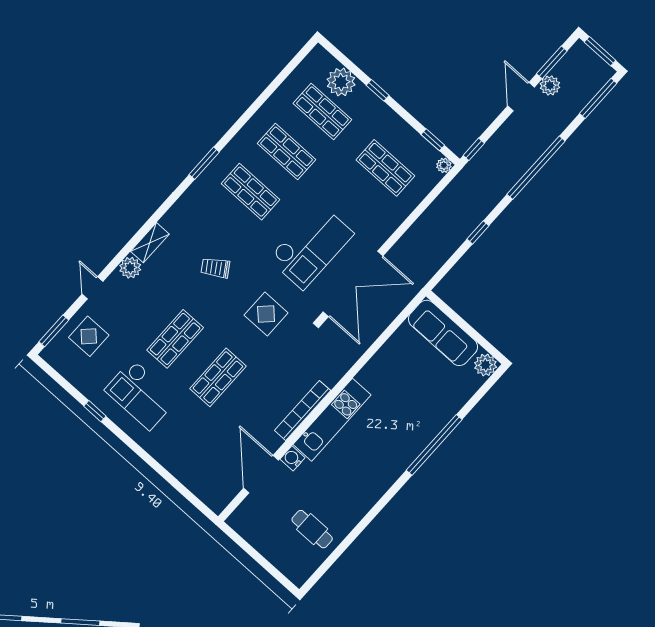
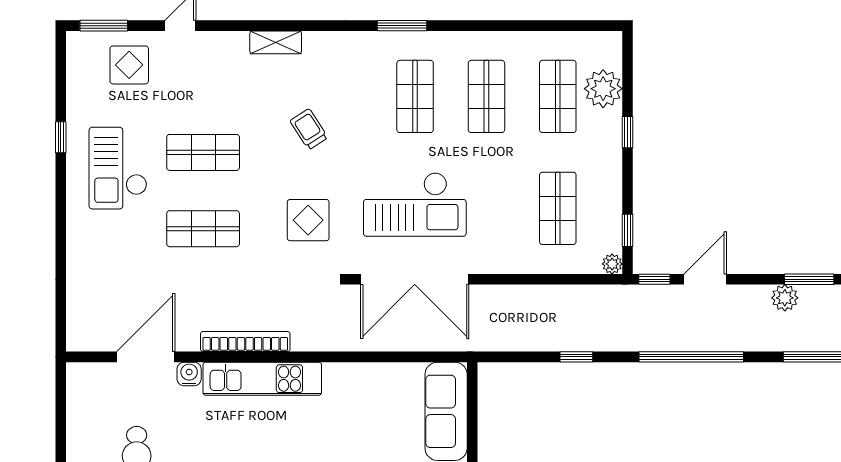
door: (521, 97) -> (705, 279), moved
plant: (130, 268) -> (234, 45), removed

